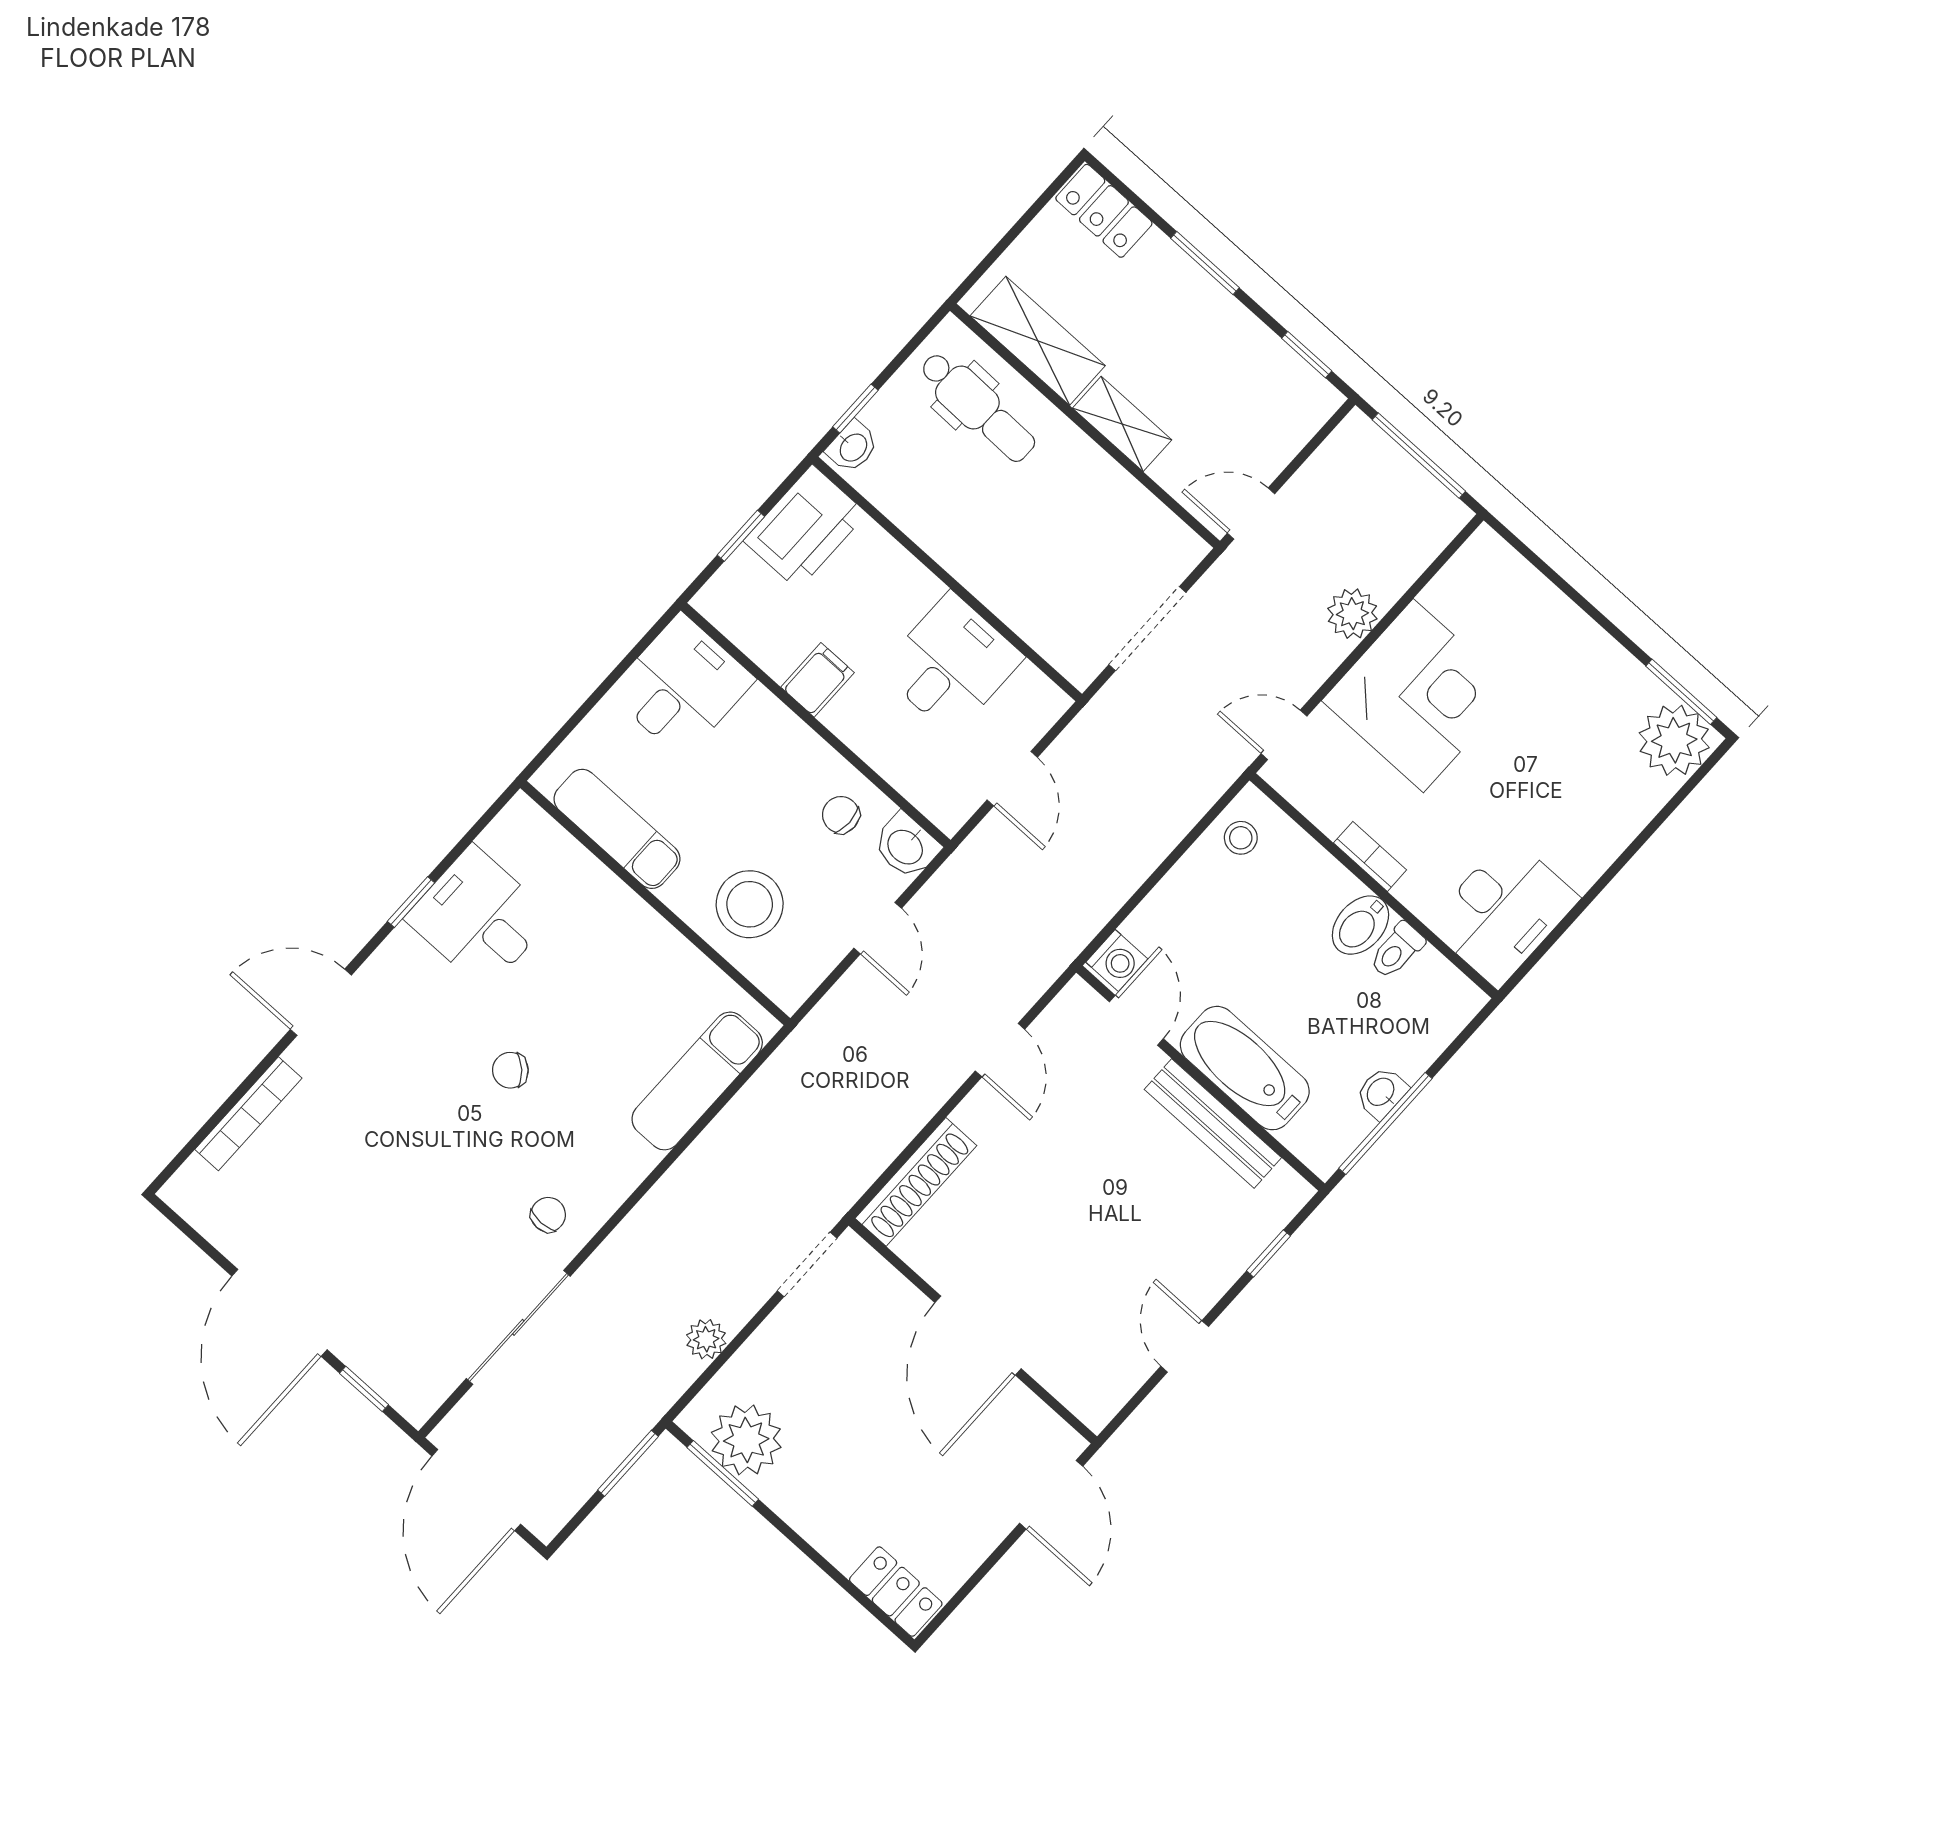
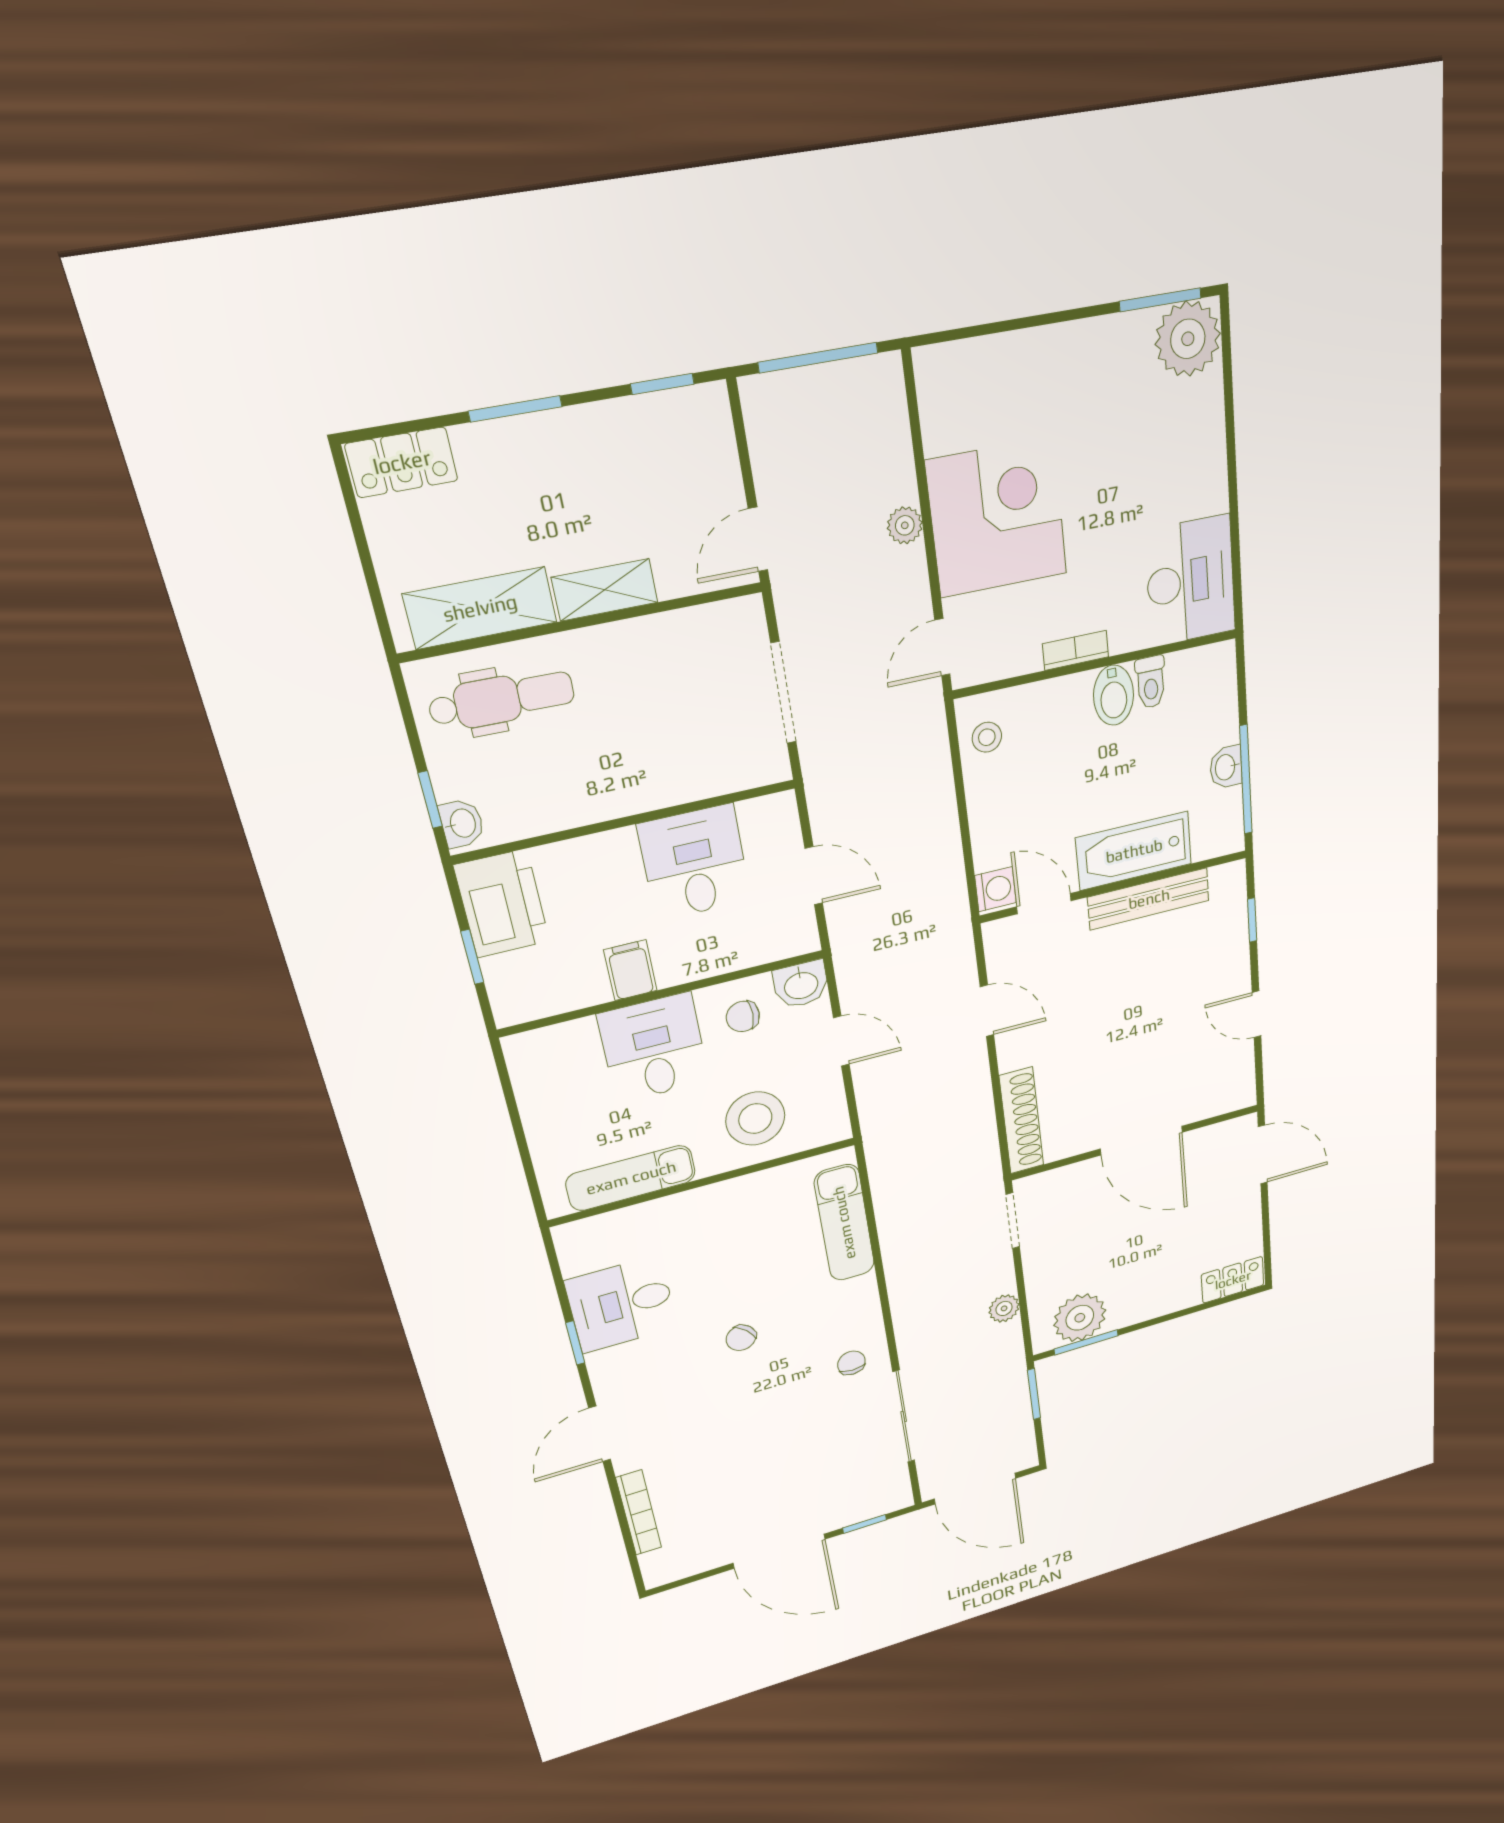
plant: (1352, 614) -> (905, 525), width x0.73, depth x0.73
desk: (682, 686) -> (654, 1048), moved

